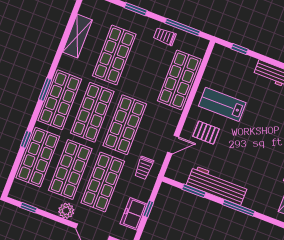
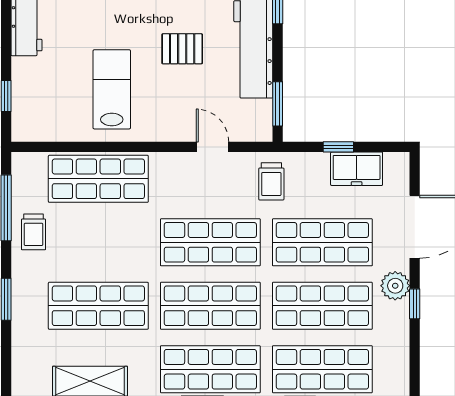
lab bench: (222, 104) -> (112, 89), turned 180
pallet: (206, 133) -> (182, 49), moved, turned 90
trolley: (144, 168) -> (271, 181), turned 90
window: (194, 191) -> (278, 104), moved
window: (29, 208) -> (415, 304), moved

